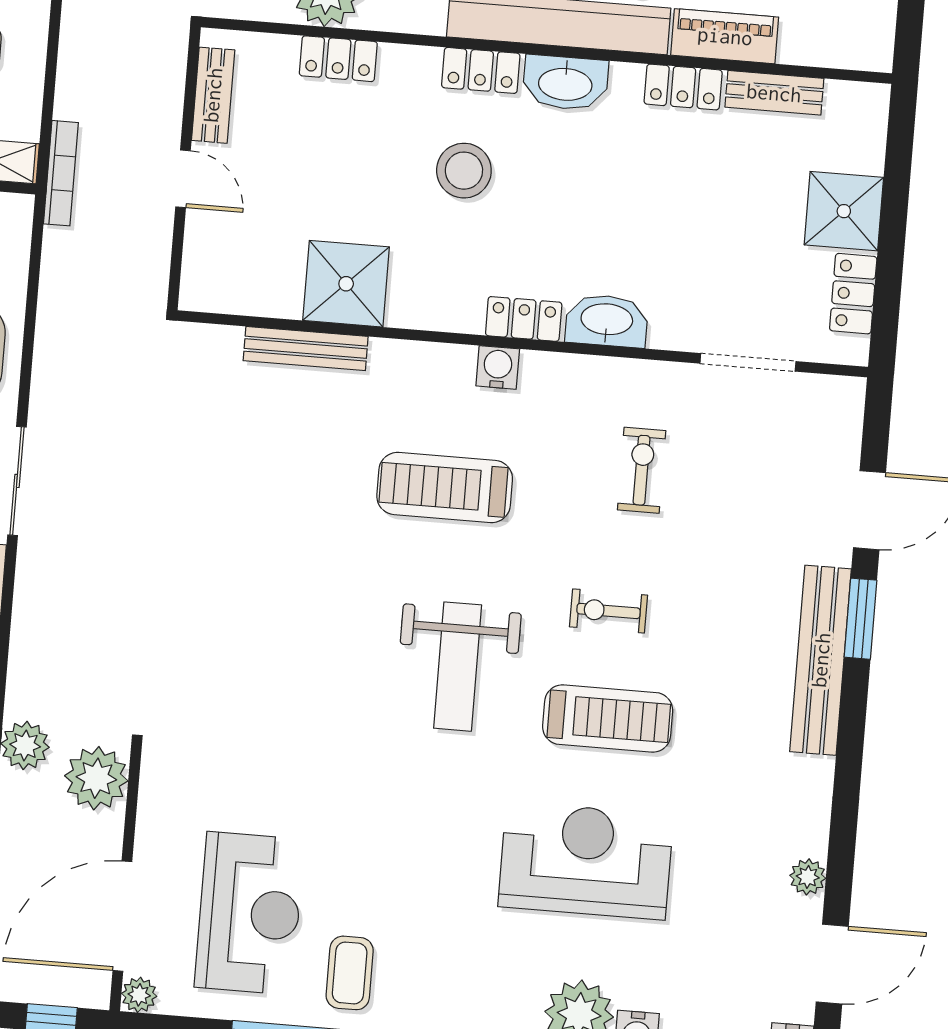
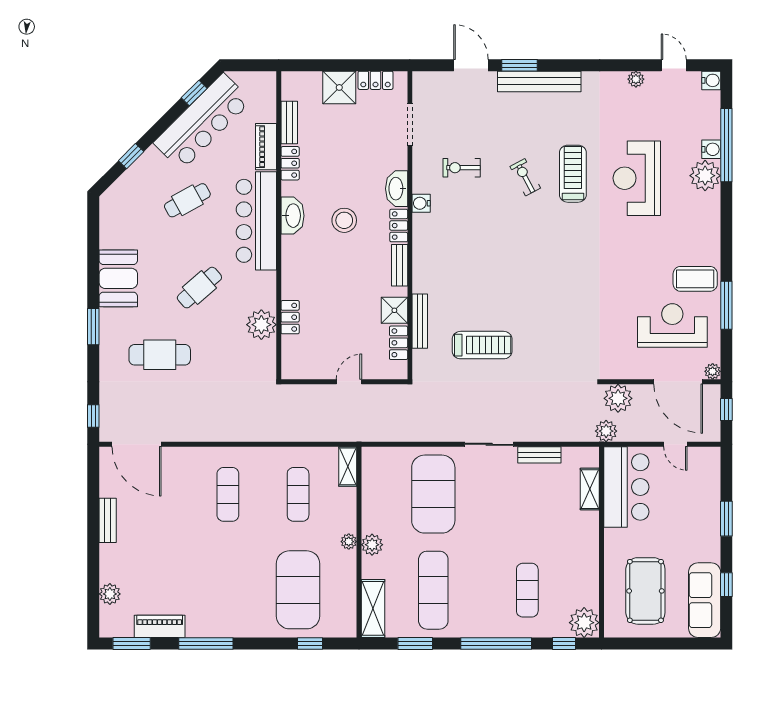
locker: (481, 70) -> (399, 343), moved, turned 180
bench: (213, 95) -> (400, 265), moved, turned 90
stool: (464, 171) -> (344, 220), moved
bookcase: (61, 173) -> (351, 436), removed
shower: (346, 284) -> (394, 310), width x0.73, depth x0.73
water cooler: (498, 367) -> (421, 203), moved
treadmill: (445, 487) -> (482, 345), moved, turned -90
exercise bike: (608, 611) -> (525, 177), turned 152
weight bench: (458, 667) -> (555, 242), removed
door: (832, 964) -> (674, 65), width x0.73
coffee table: (350, 973) -> (695, 279), width x1.36, depth x1.30

